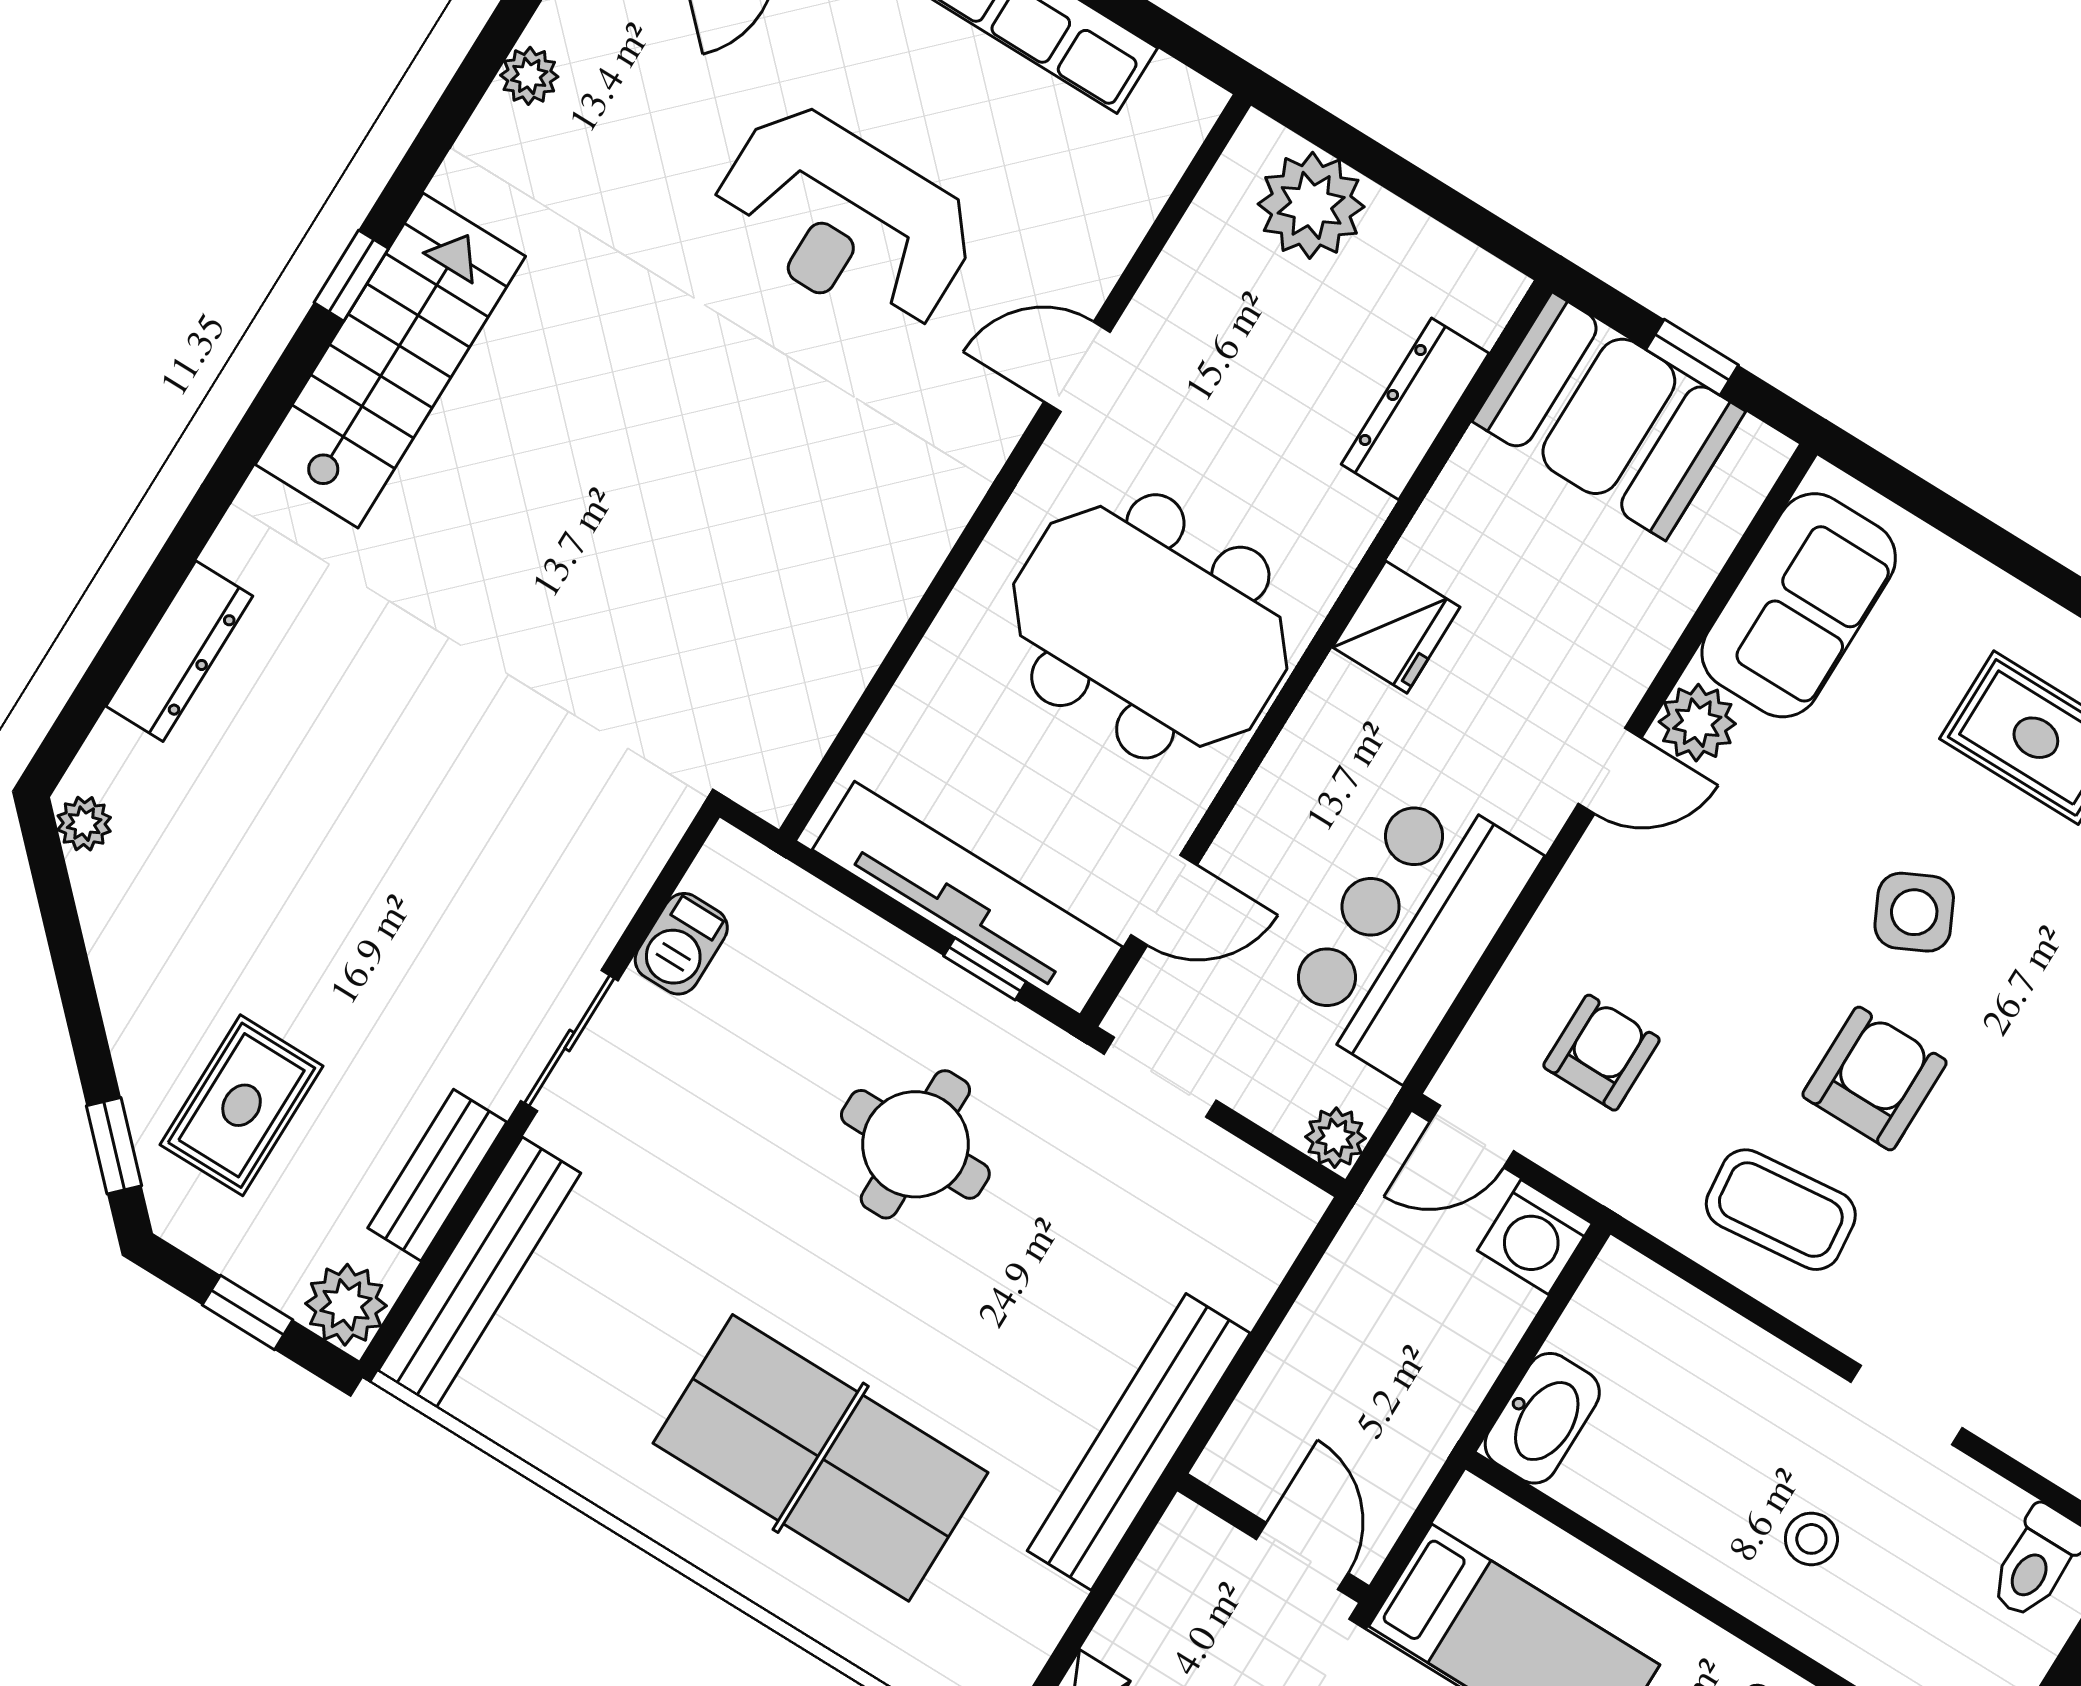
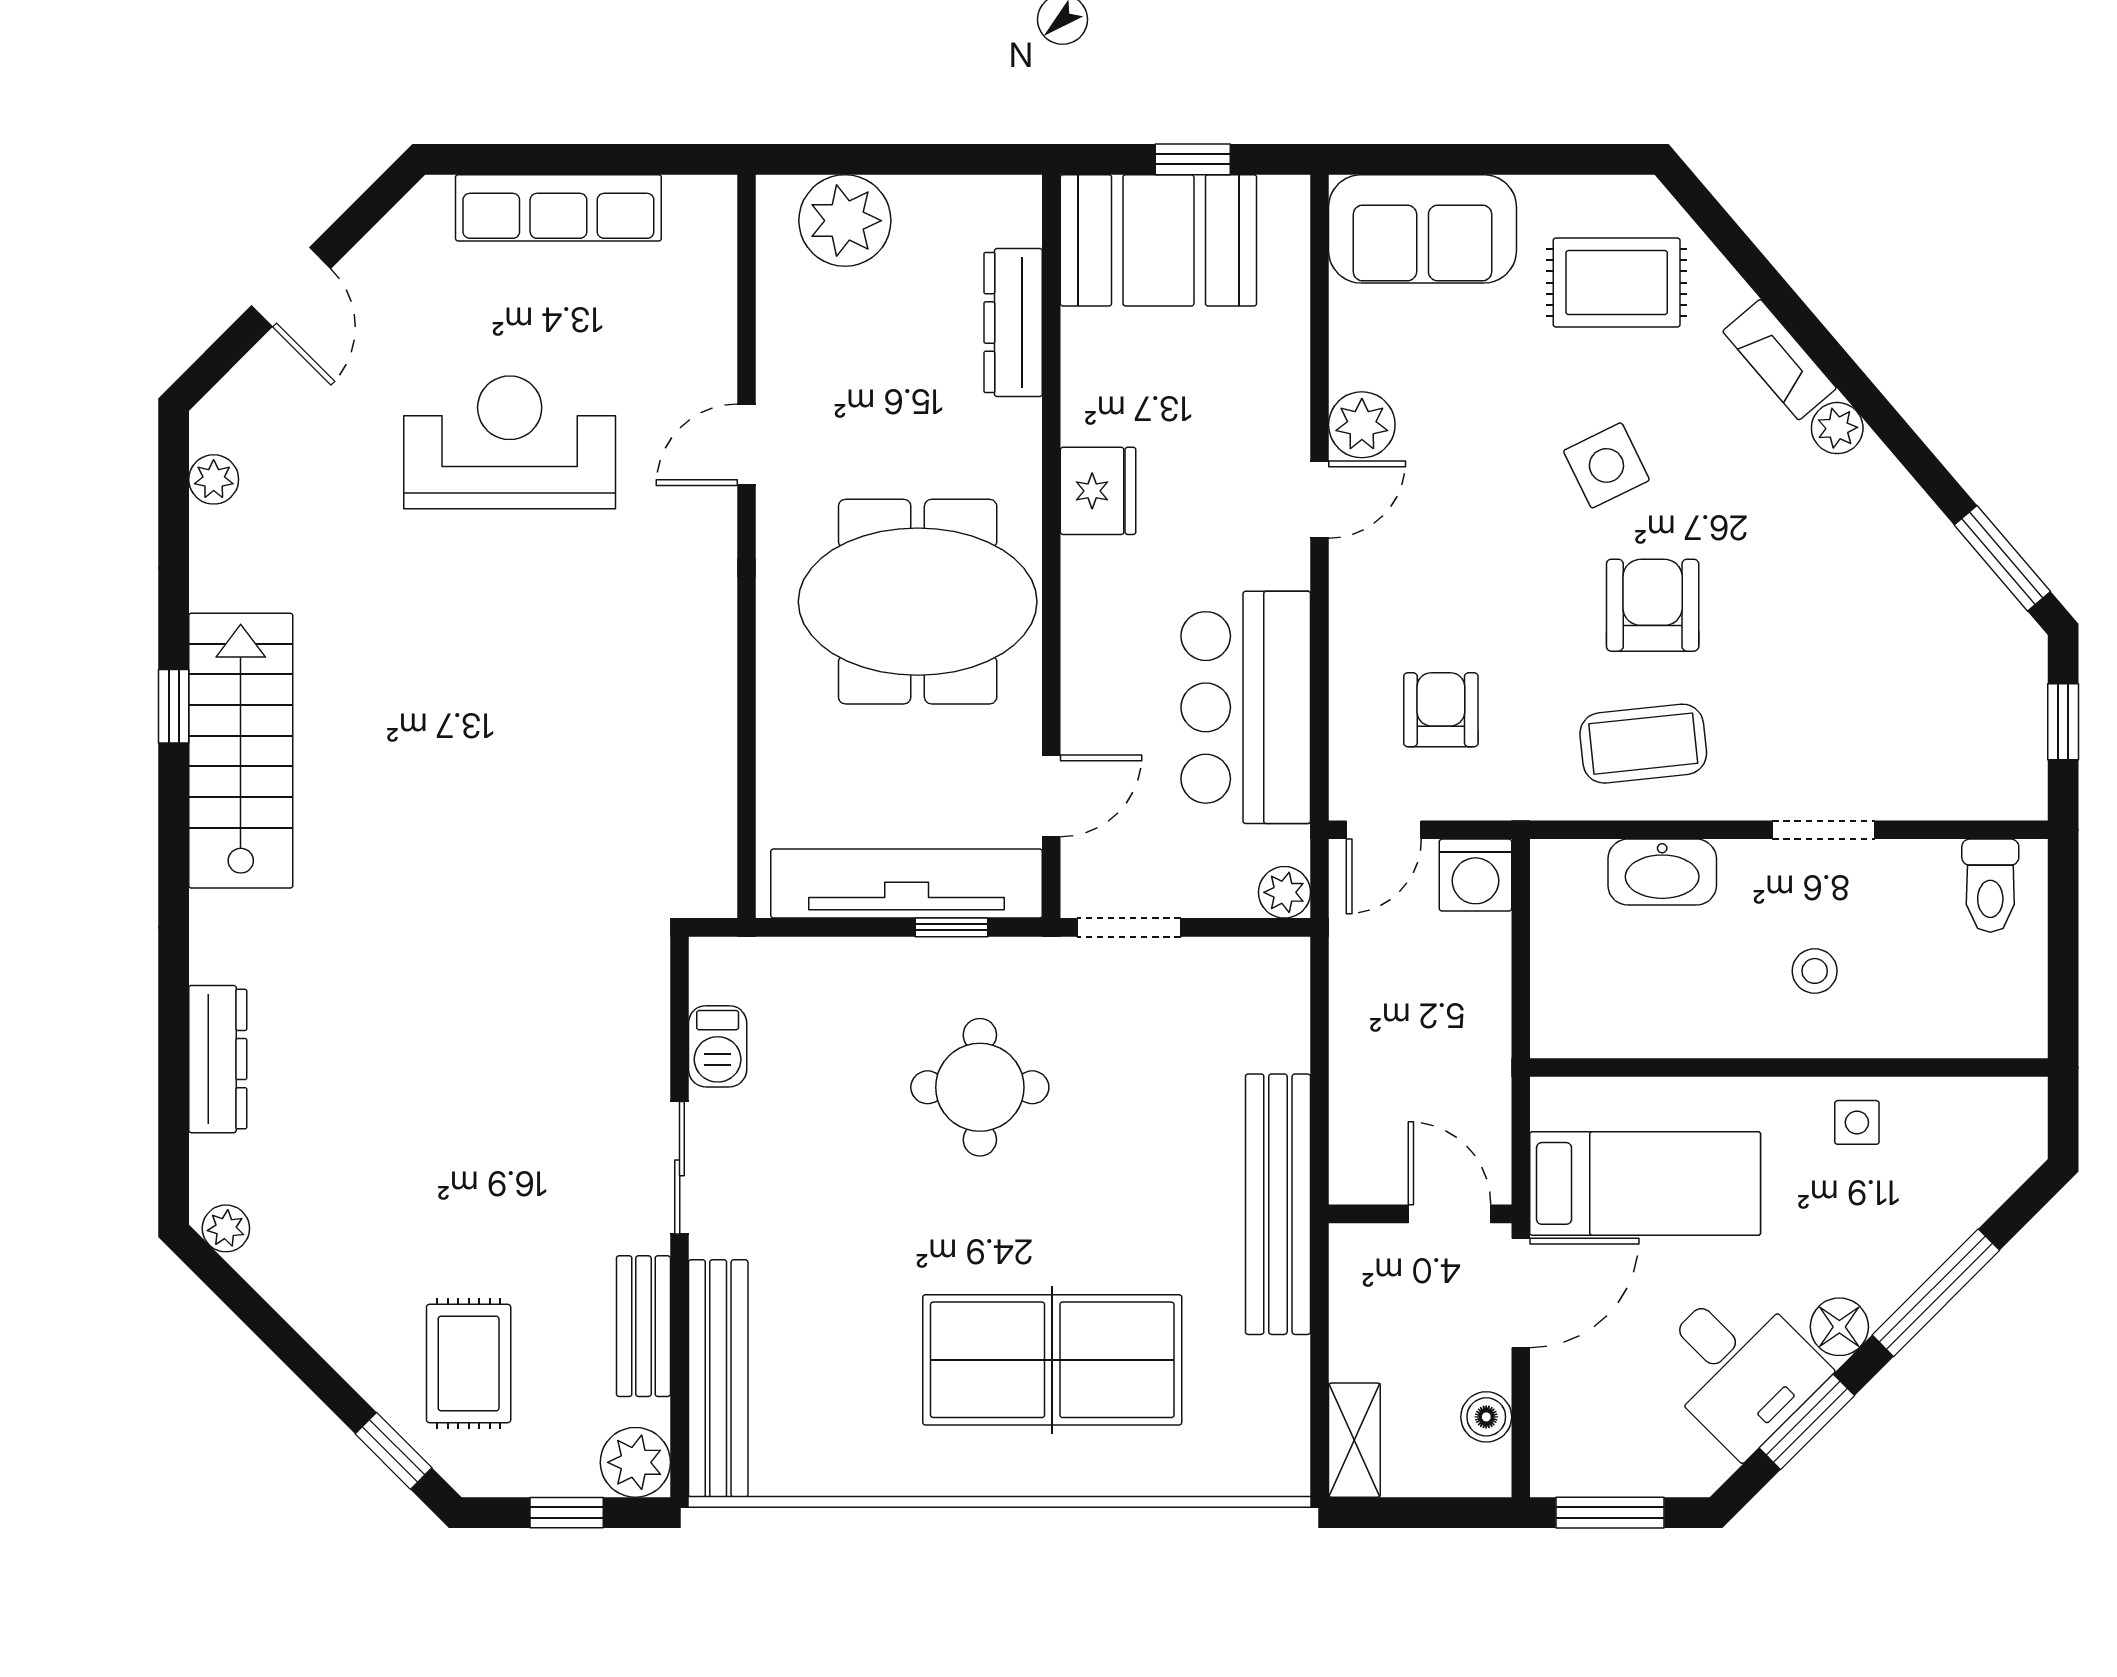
reception desk: (844, 220) -> (510, 442), turned 180
sofa: (1799, 605) -> (1423, 229), moved, turned 90
washbasin: (1542, 1418) -> (1662, 872), moved, turned 90

